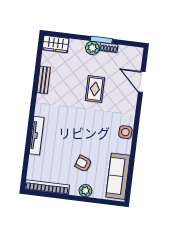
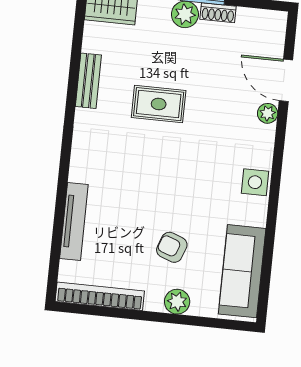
rug: (95, 89) -> (159, 104), moved, turned 90
plant: (132, 98) -> (268, 113), added
tv unit: (37, 136) -> (74, 221), moved

